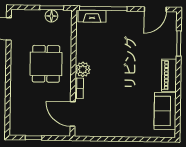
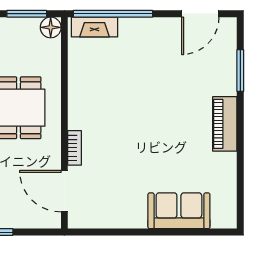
floor lamp: (51, 16) -> (51, 27), moved
plant: (83, 69) -> (80, 116), removed
sofa: (165, 111) -> (179, 211), moved, turned 90

